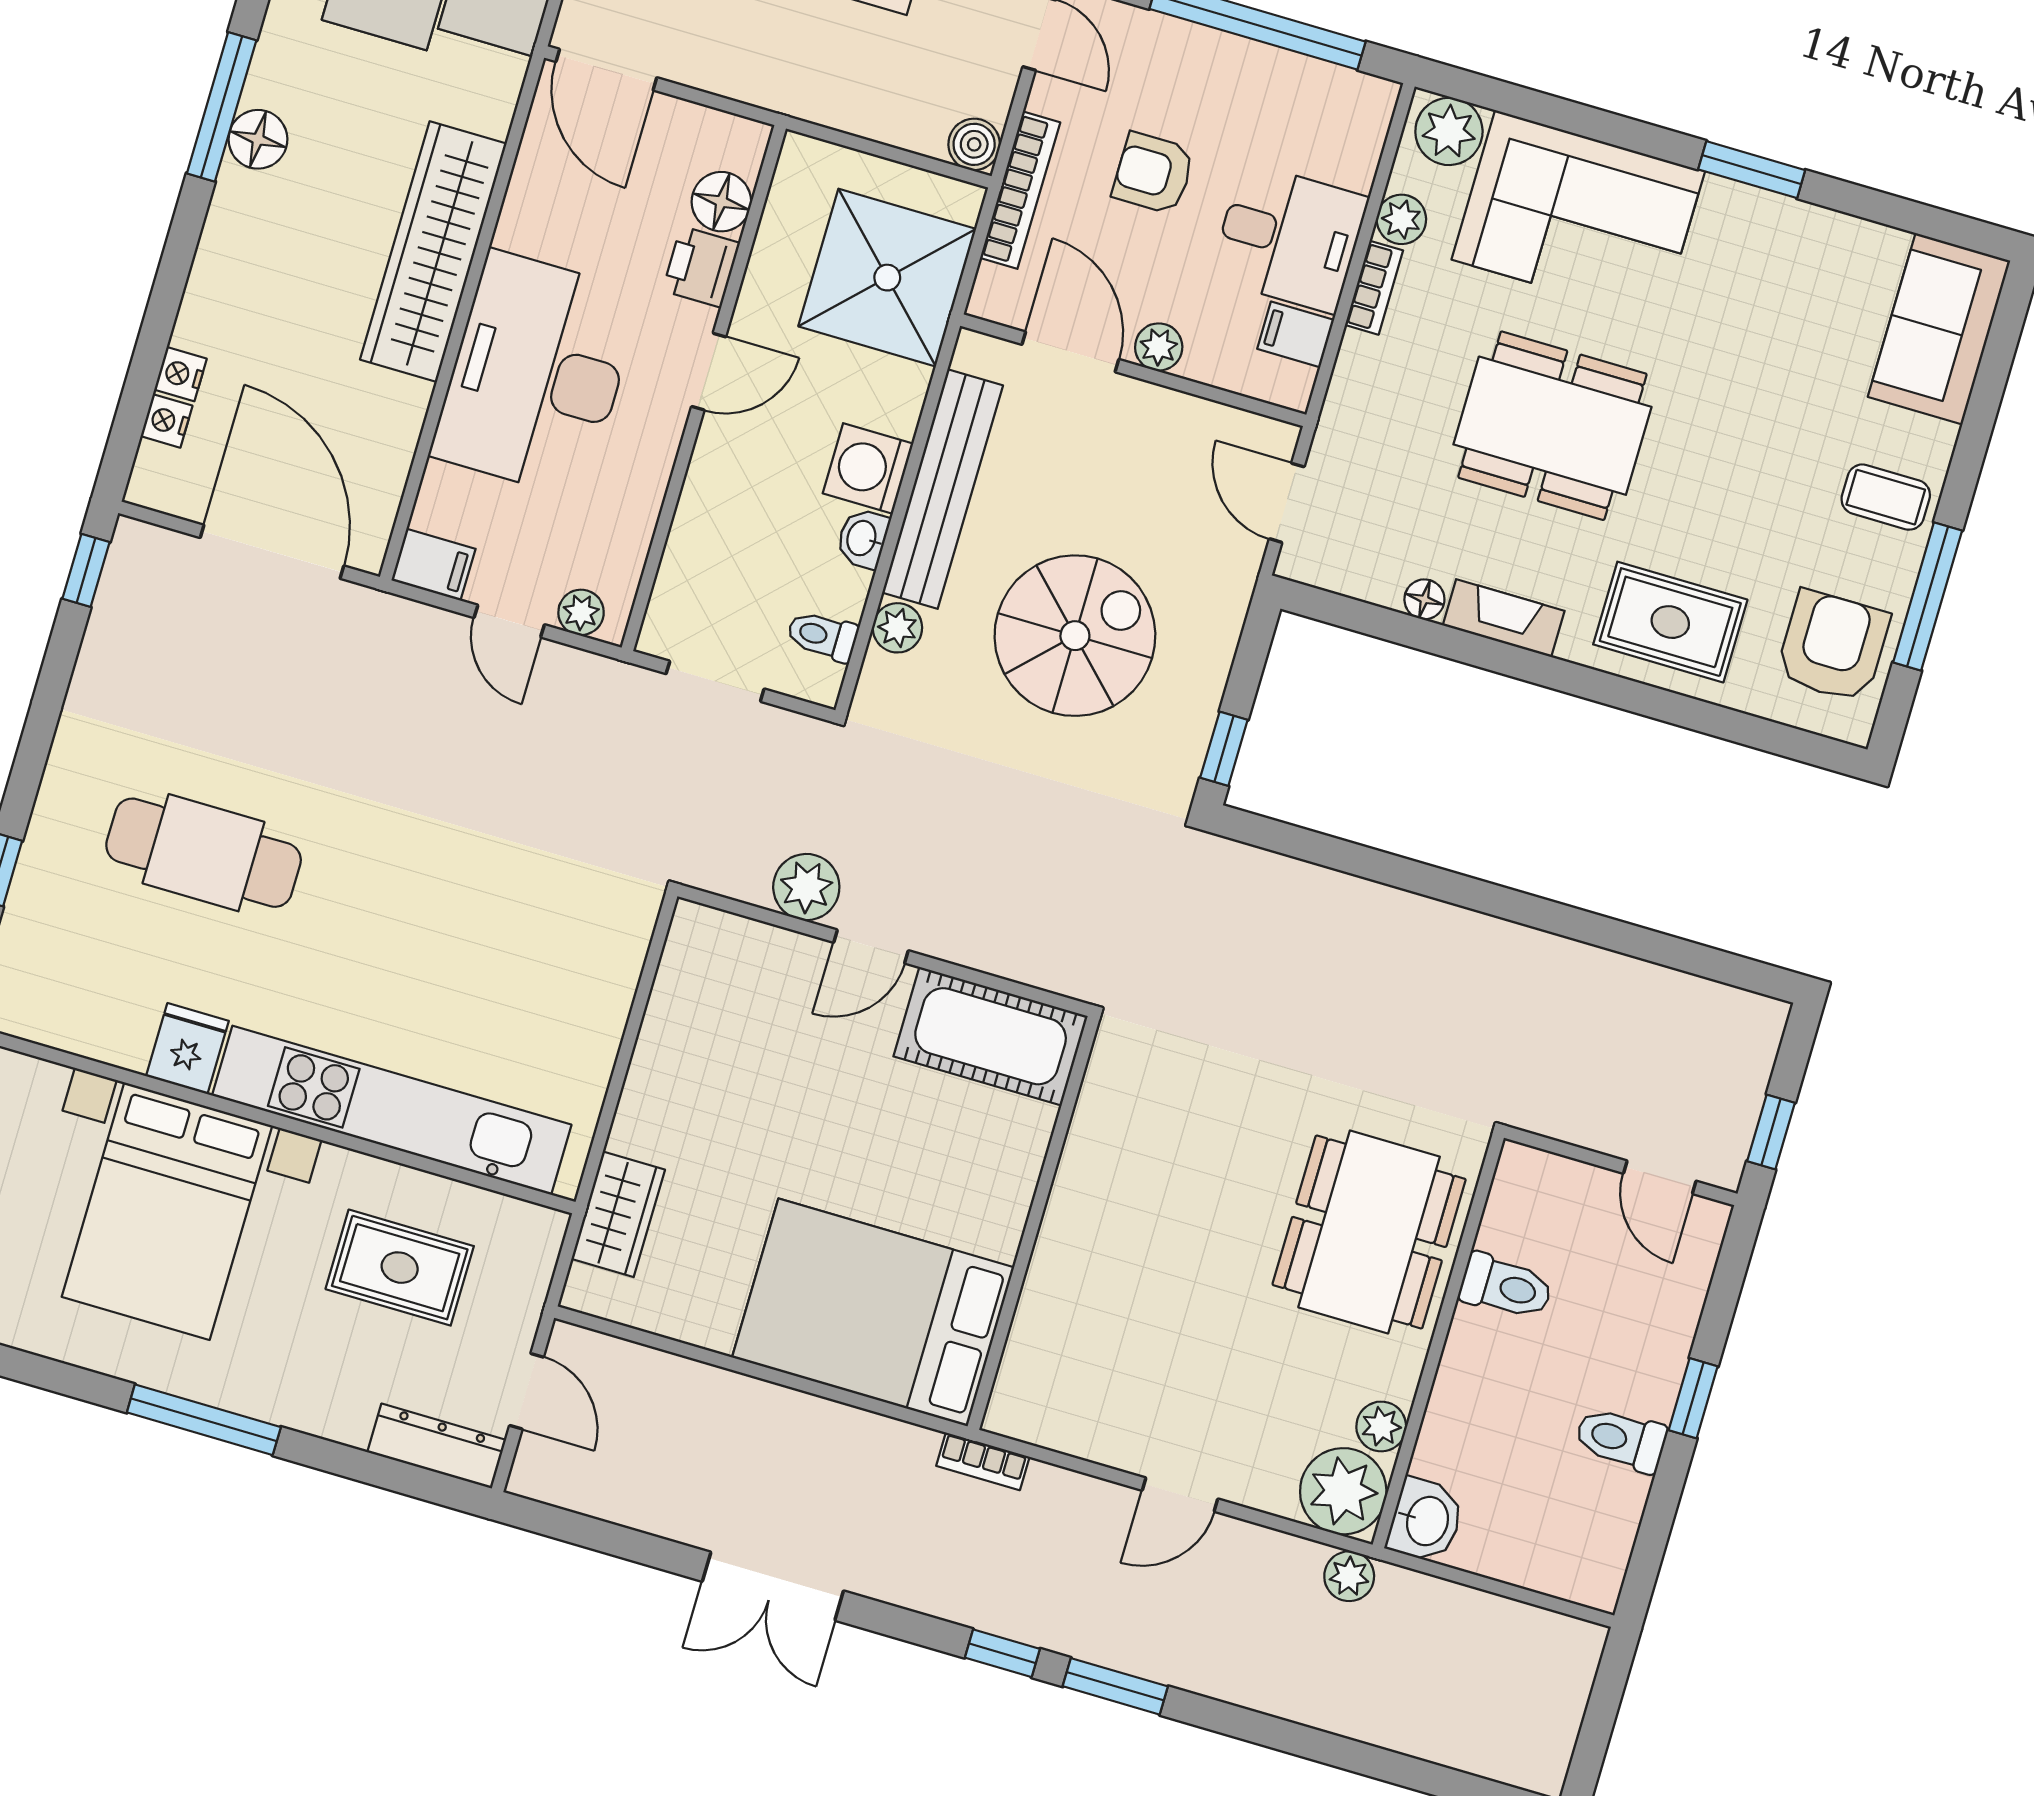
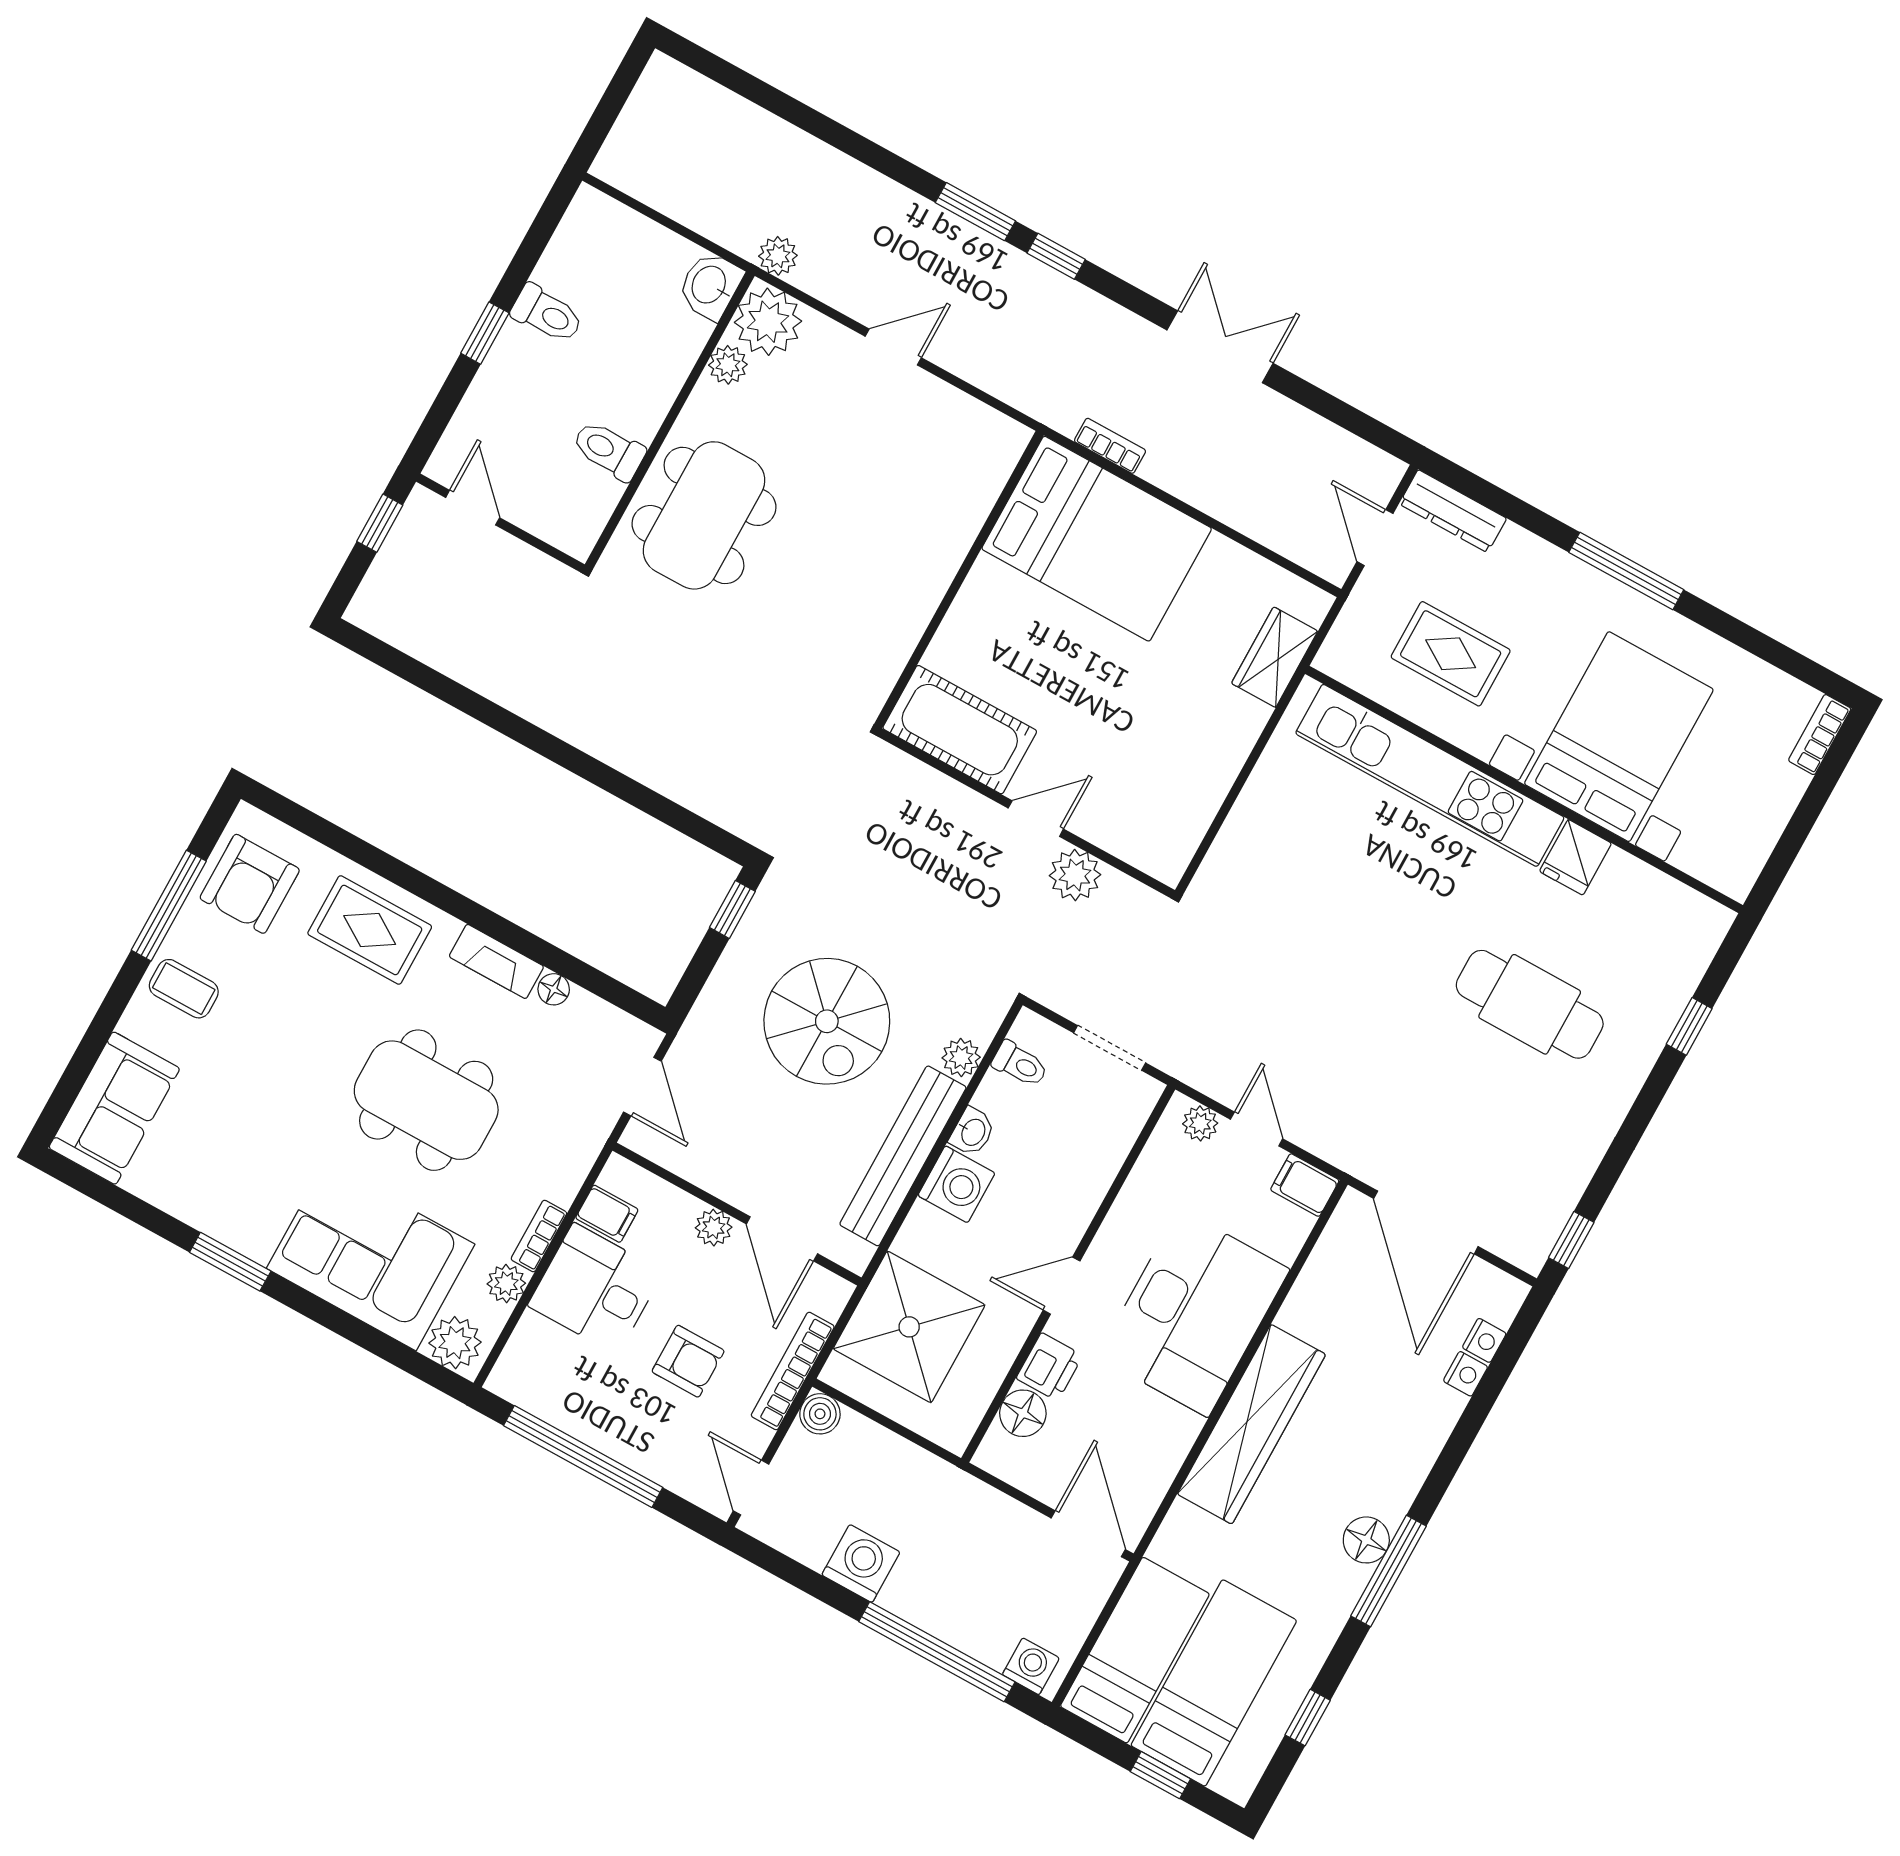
spiral stairs: (1075, 636) -> (827, 1021), turned -90
bookcase: (983, 1461) -> (1110, 446), moved

